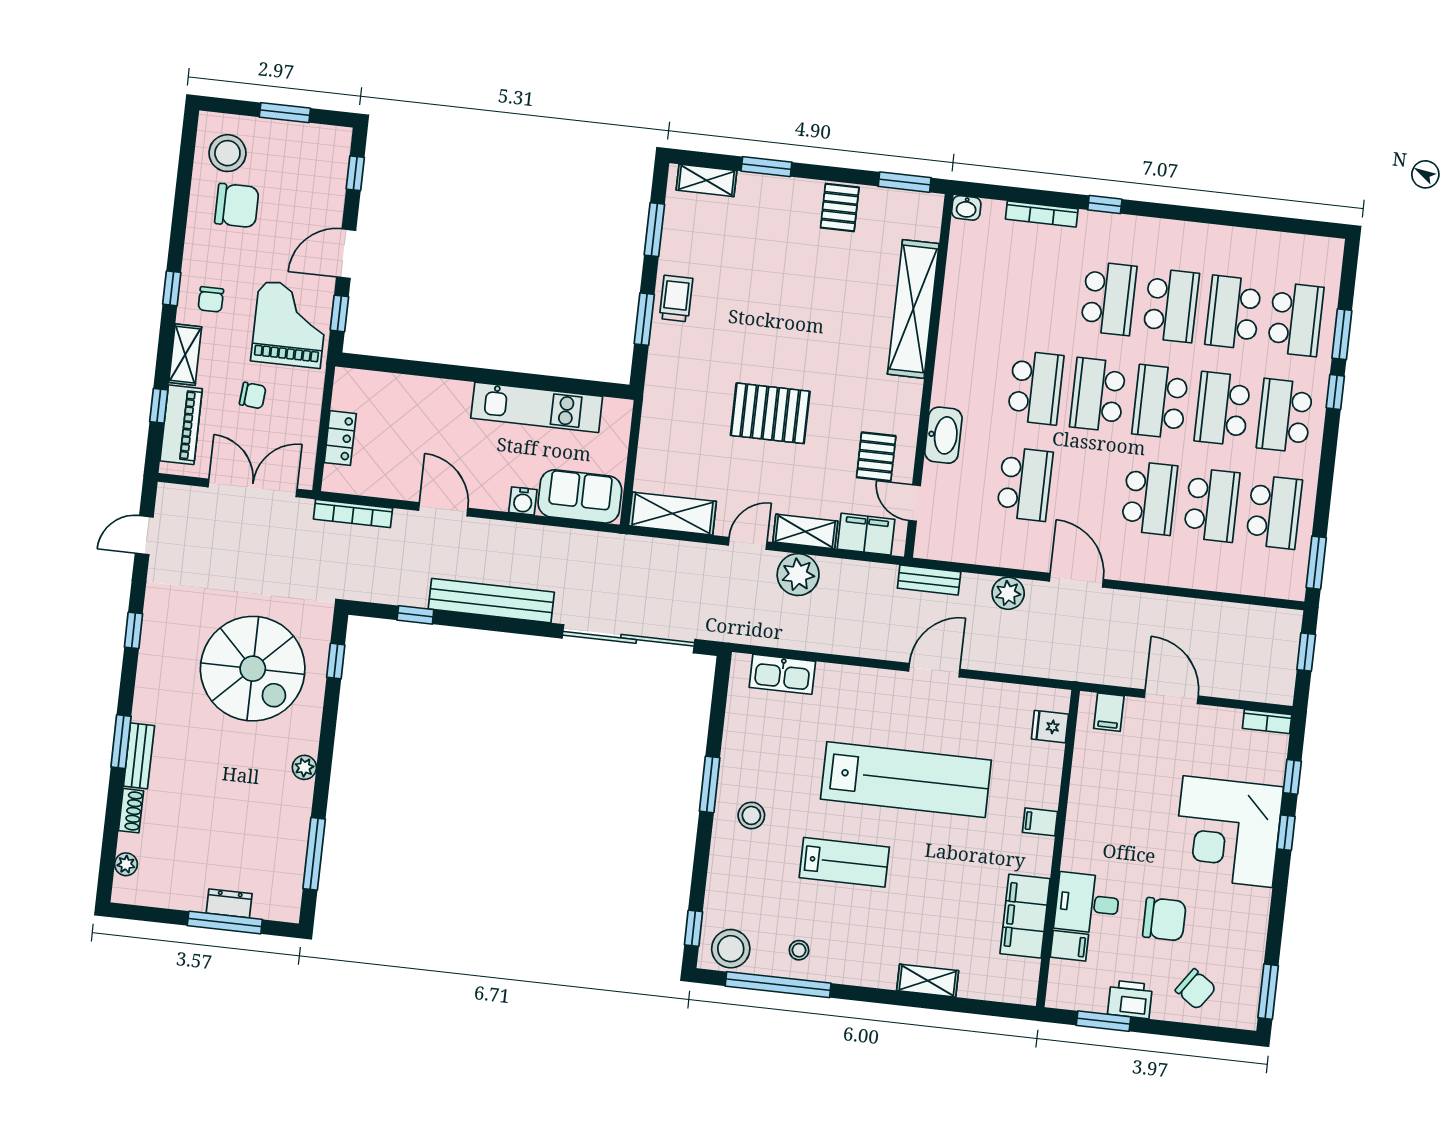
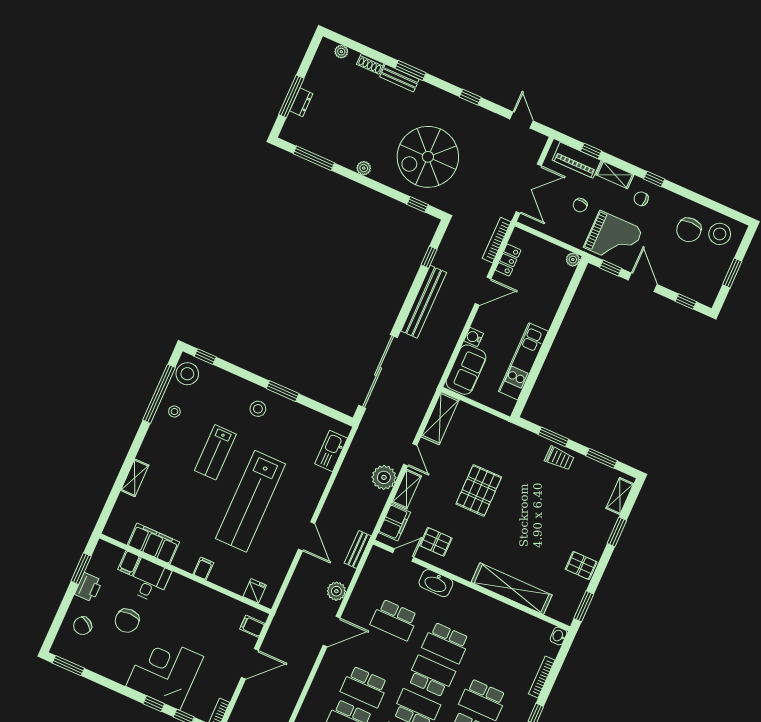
plant: (345, 379) -> (573, 260), added
locker: (340, 438) -> (508, 260), moved, turned -90

